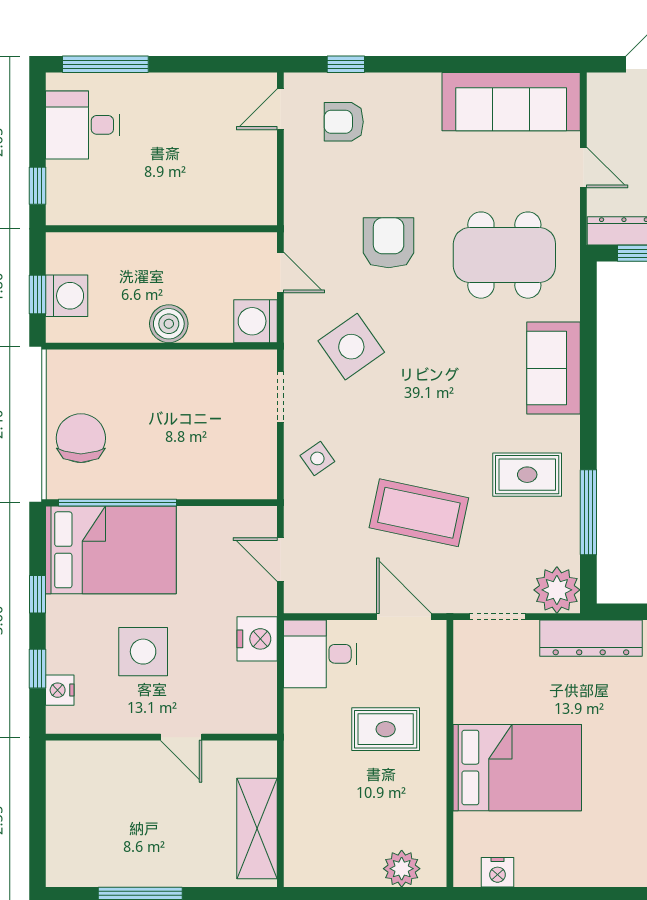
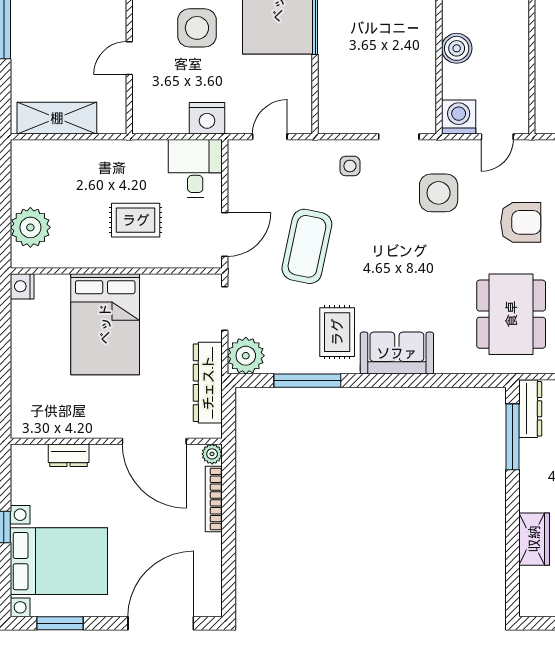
side table: (351, 347) -> (439, 193), turned 35
sofa: (554, 368) -> (397, 353), moved
side table: (317, 458) -> (350, 166), turned 35
rug: (386, 729) -> (136, 220), turned 90
plant: (402, 869) -> (30, 227), width x1.36, depth x1.36
nightstand: (498, 872) -> (22, 286), moved

